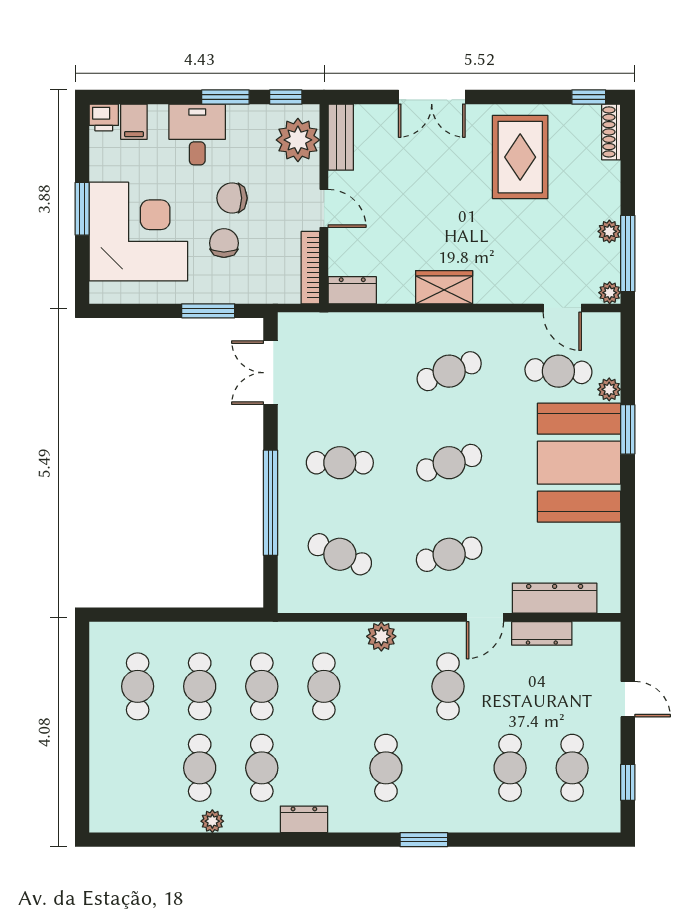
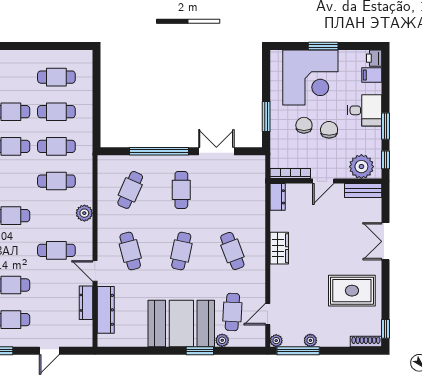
chair: (224, 243) -> (304, 125), turned -90
double door: (271, 373) -> (216, 151), moved
cafe table: (449, 463) -> (181, 251), turned 30

